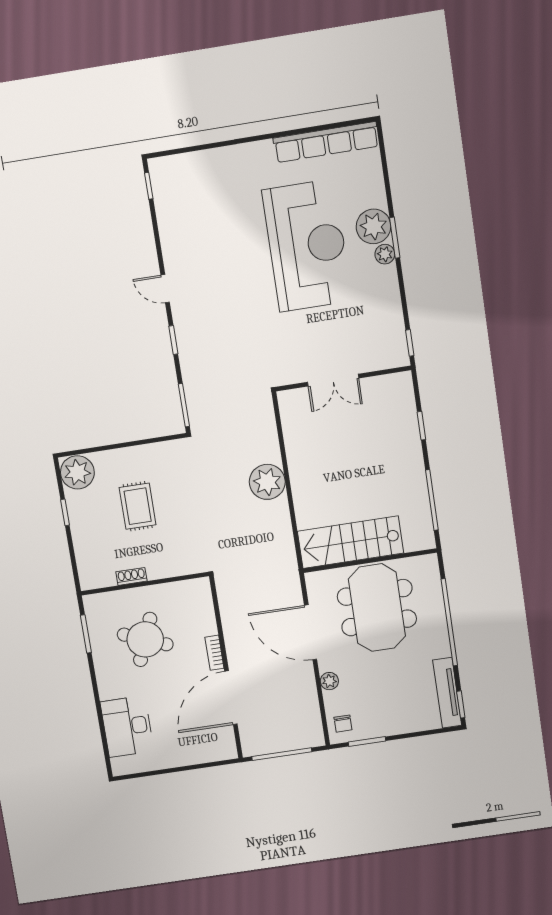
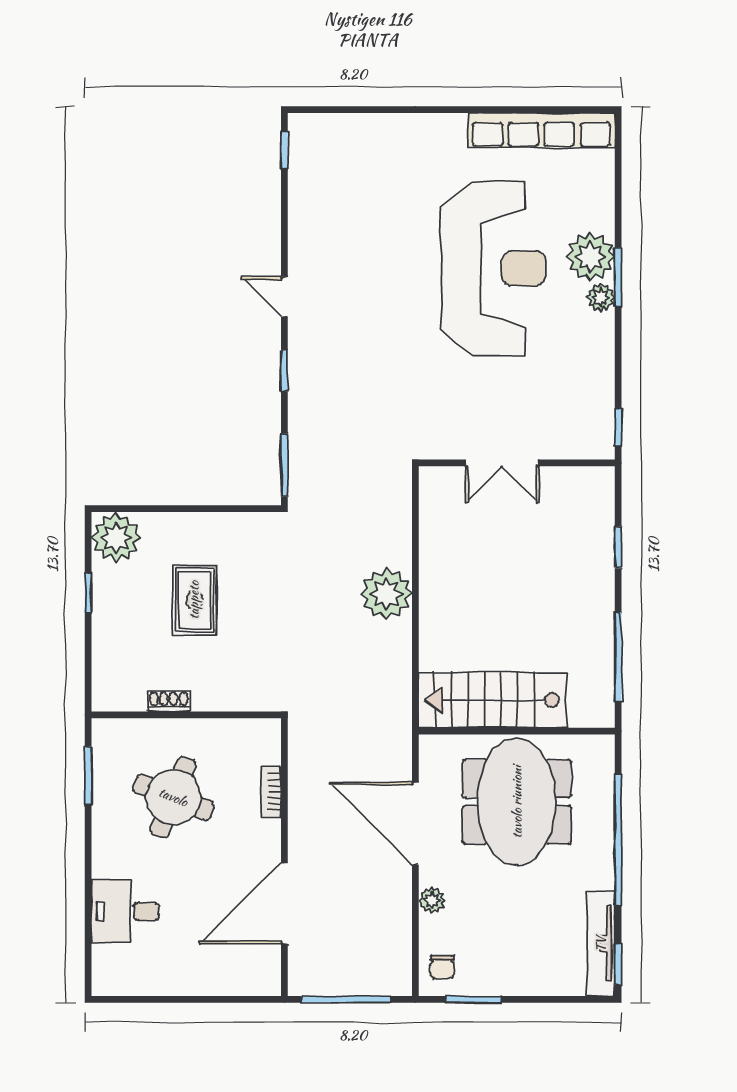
bookcase: (214, 653) -> (271, 792), moved
desk: (127, 726) -> (125, 911), width x0.73

